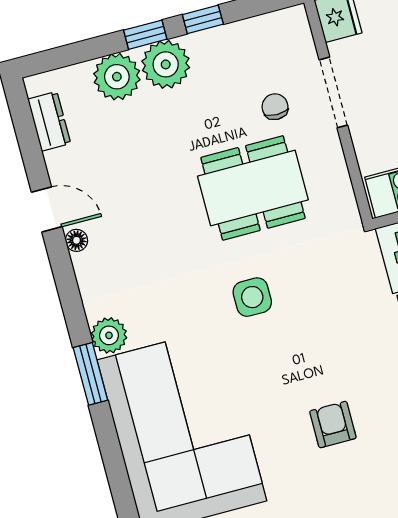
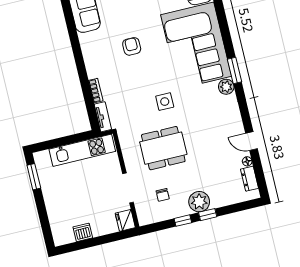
plant: (117, 77) -> (220, 197), removed
chair: (275, 107) -> (163, 195), moved
floor lamp: (77, 240) -> (247, 161), moved
armchair: (333, 425) -> (132, 46), turned 180

